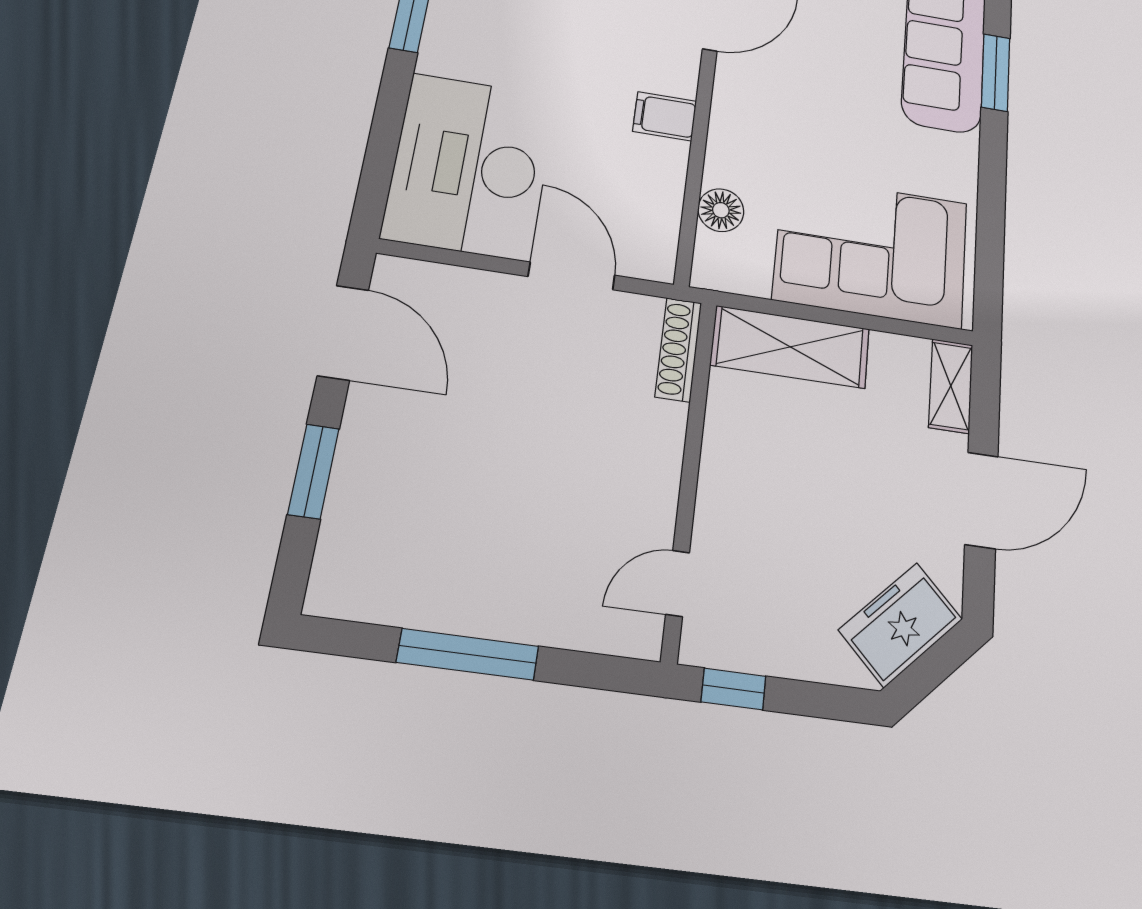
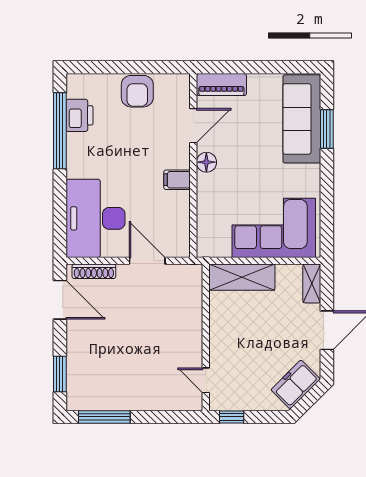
floor lamp: (721, 210) -> (206, 162), moved
shoe rack: (678, 349) -> (94, 271), moved, turned -90
window: (313, 471) -> (60, 374), moved
door: (678, 583) -> (206, 380), hinge flipped
window: (468, 654) -> (104, 417), moved

